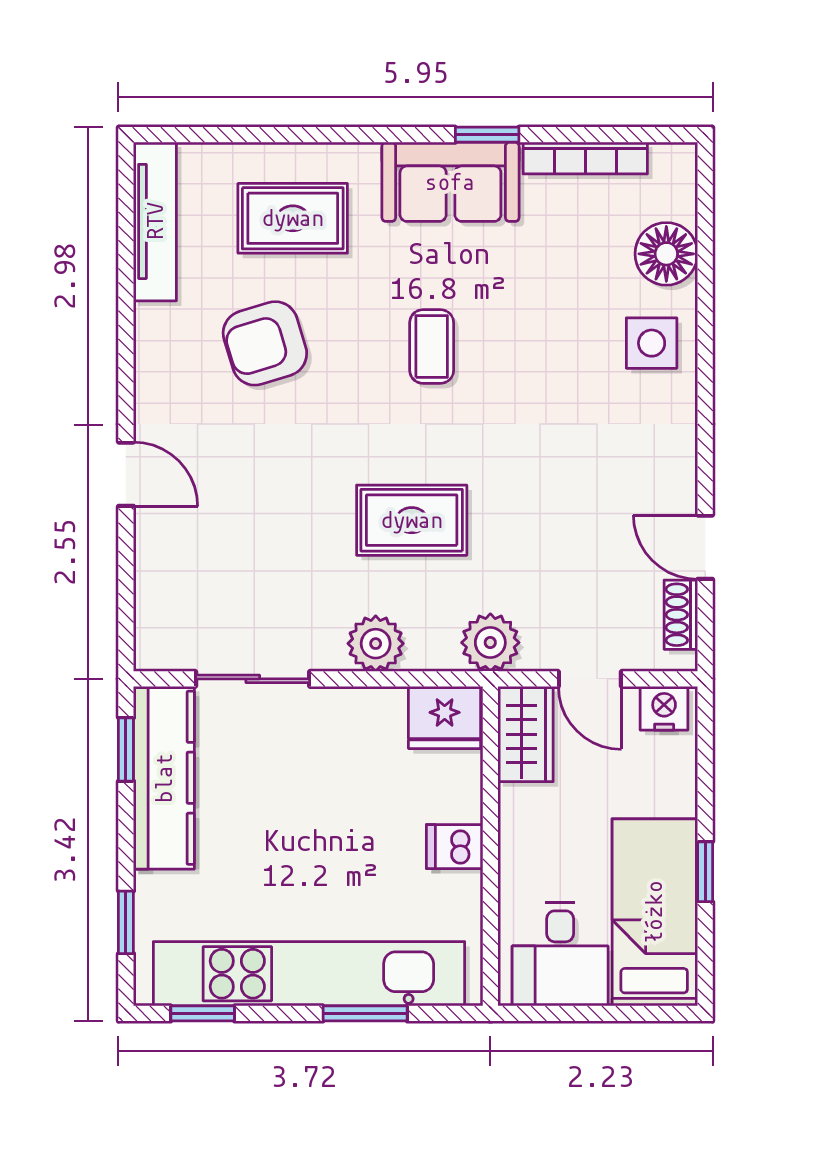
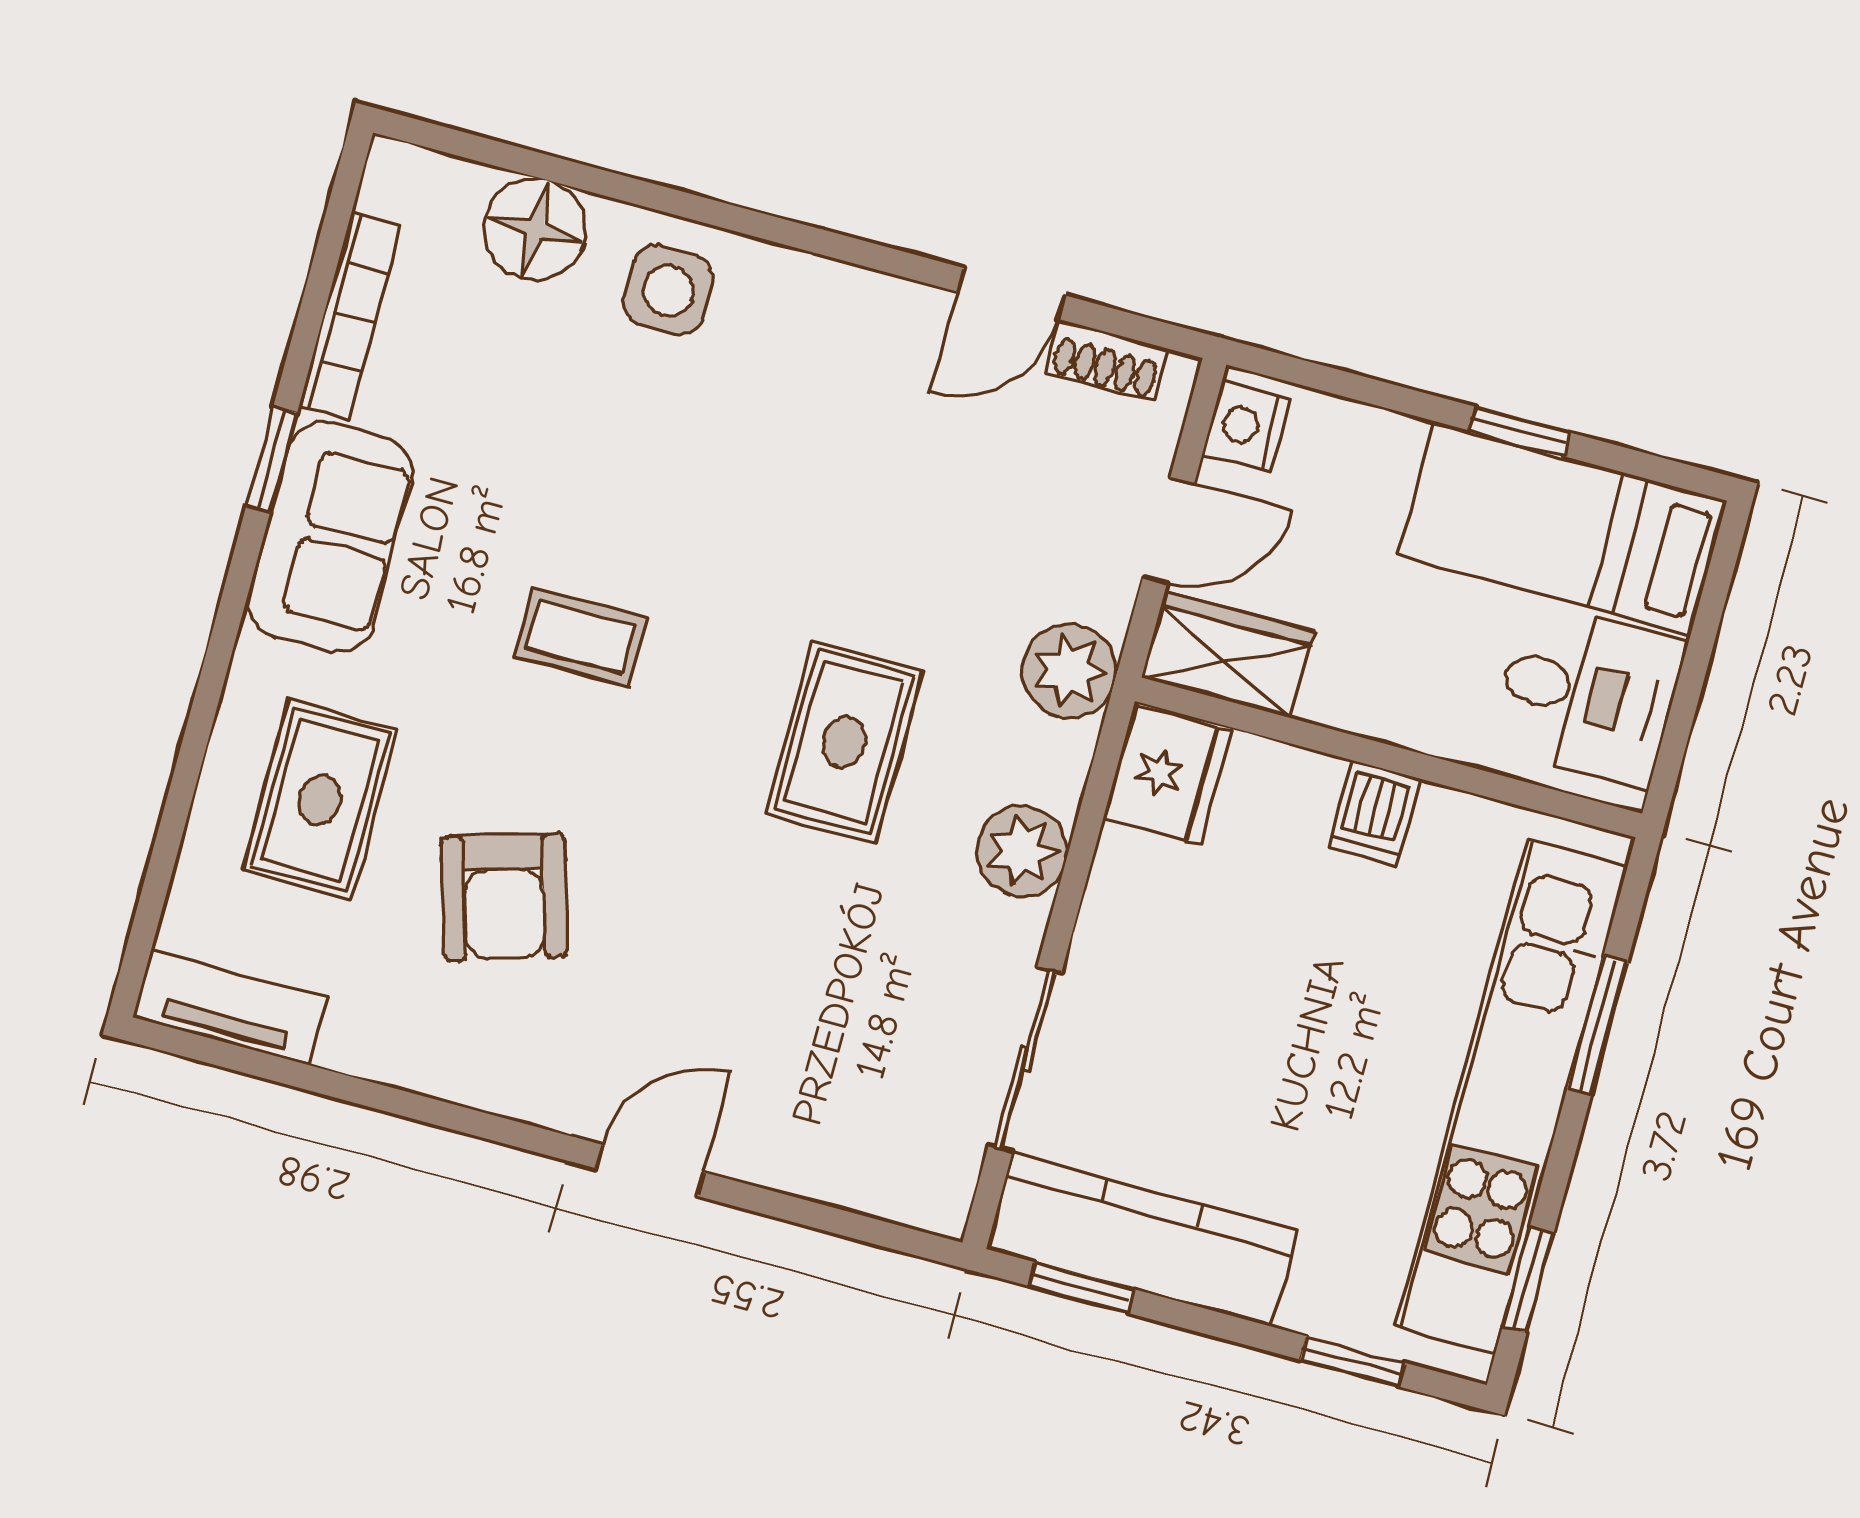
tv unit: (155, 221) -> (230, 1008), width x0.71

